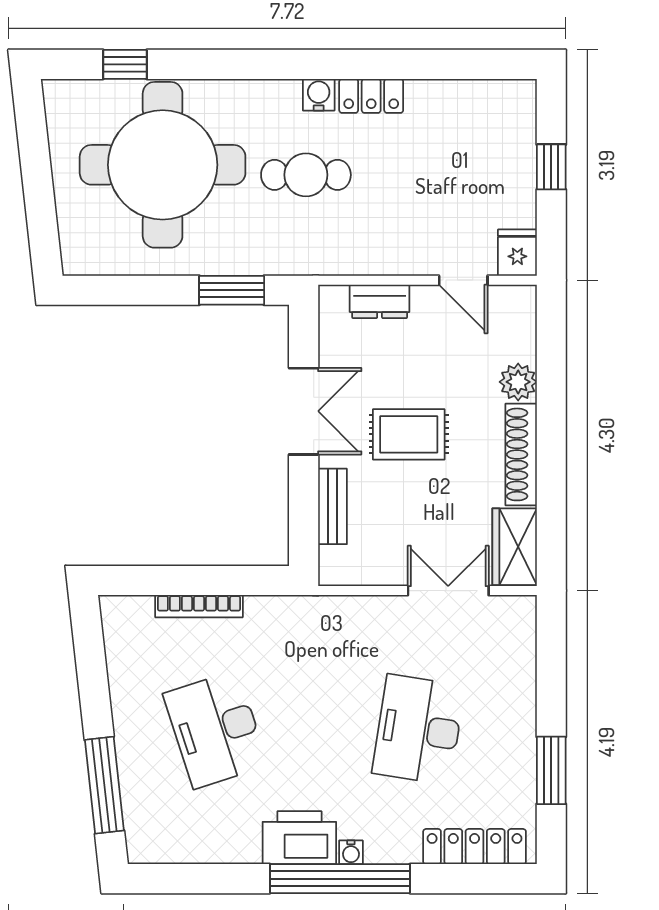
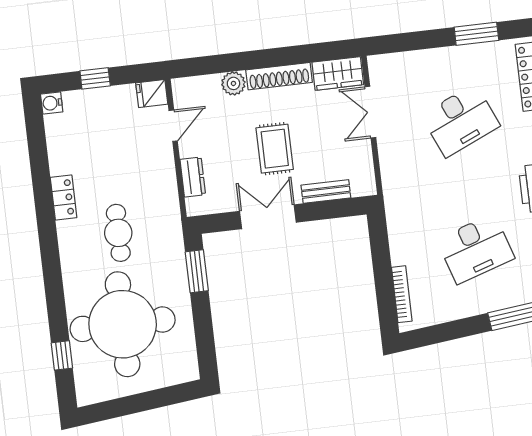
water cooler: (319, 95) -> (52, 103), moved
bookcase: (199, 606) -> (402, 294), moved
desk: (419, 730) -> (460, 121), turned -33

